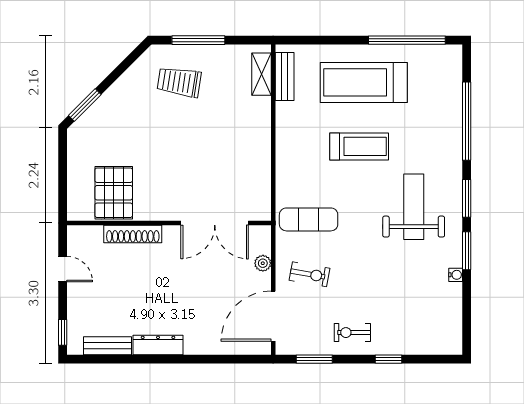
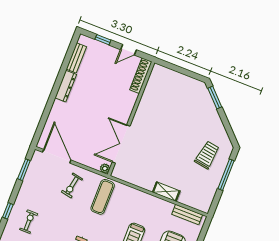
shelving: (261, 74) -> (166, 192), moved
pallet: (114, 193) -> (160, 95), removed
shoe rack: (133, 234) -> (141, 76), moved
plant: (263, 263) -> (105, 168), moved
window: (63, 332) -> (103, 40), moved
exercise bike: (352, 333) -> (29, 222), moved

